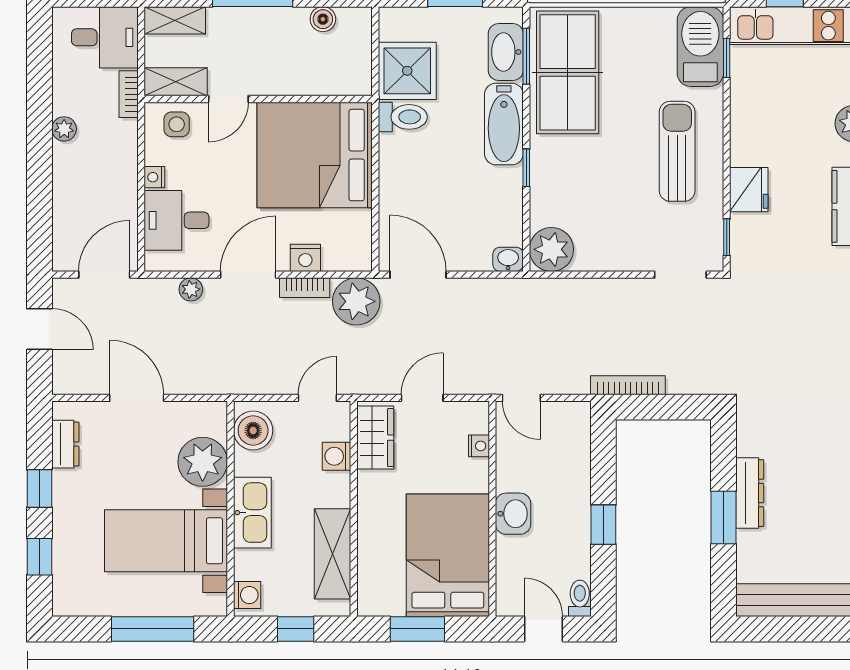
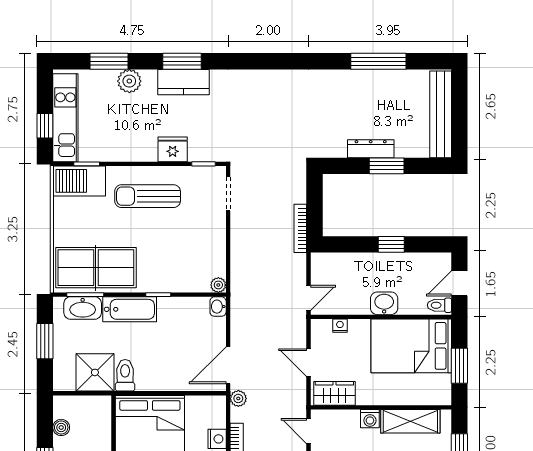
plant: (551, 249) -> (218, 285), width x0.53, depth x0.53
plant: (356, 301) -> (238, 398), width x0.53, depth x0.53
washing machine: (336, 456) -> (370, 419), moved
toilet: (580, 598) -> (439, 305), moved

